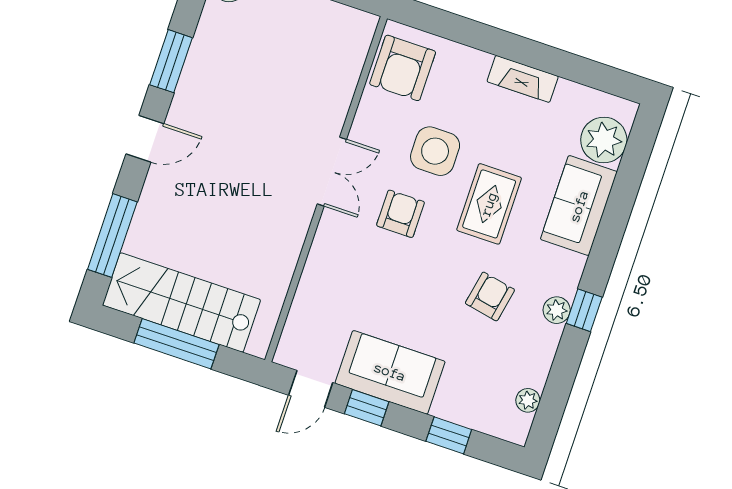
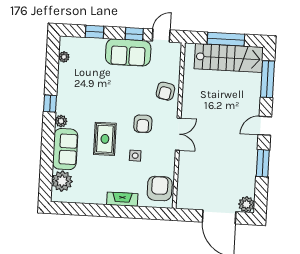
fireplace: (523, 79) -> (122, 199), moved
side table: (435, 151) -> (135, 156), width x0.54, depth x0.54
double door: (332, 172) -> (178, 134), swing flipped
armchair: (490, 296) -> (165, 91), moved
plant: (557, 310) -> (61, 121), moved

